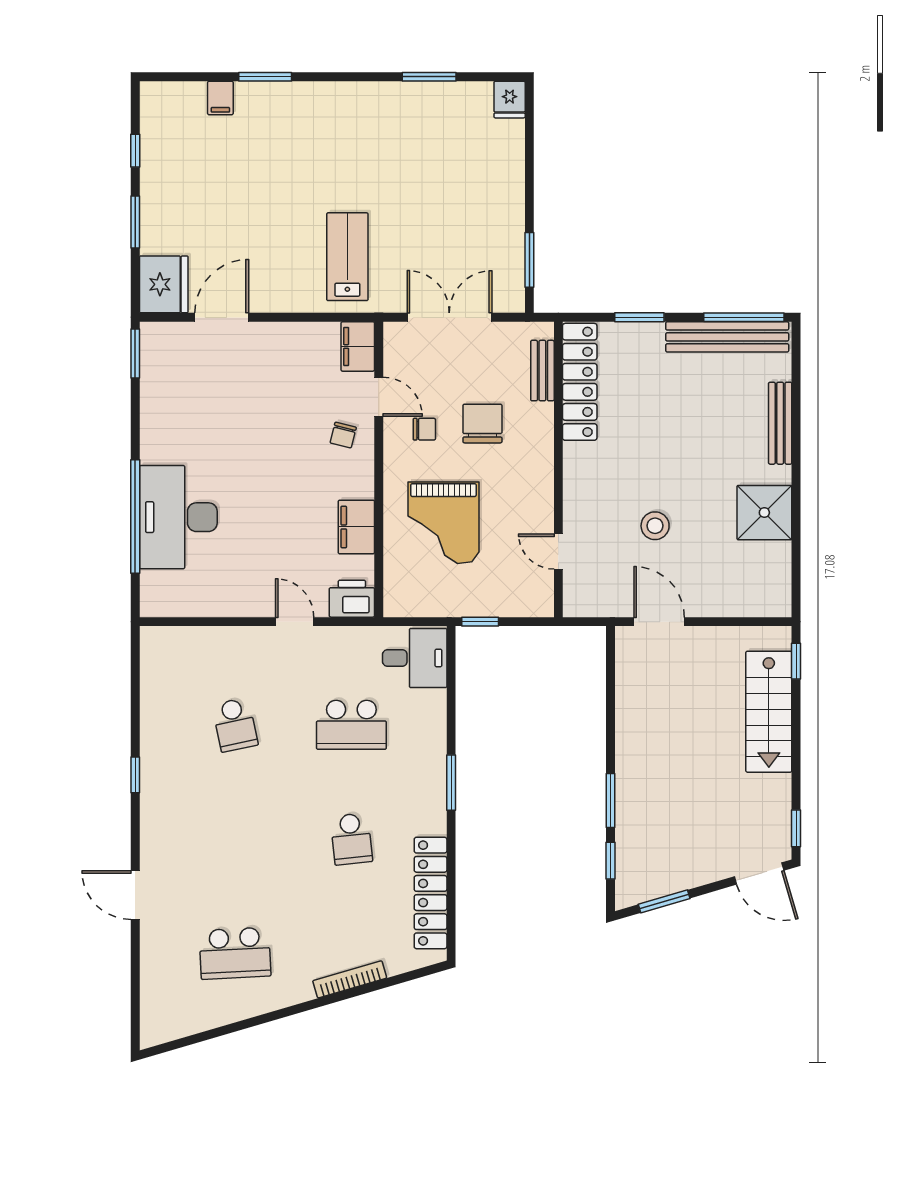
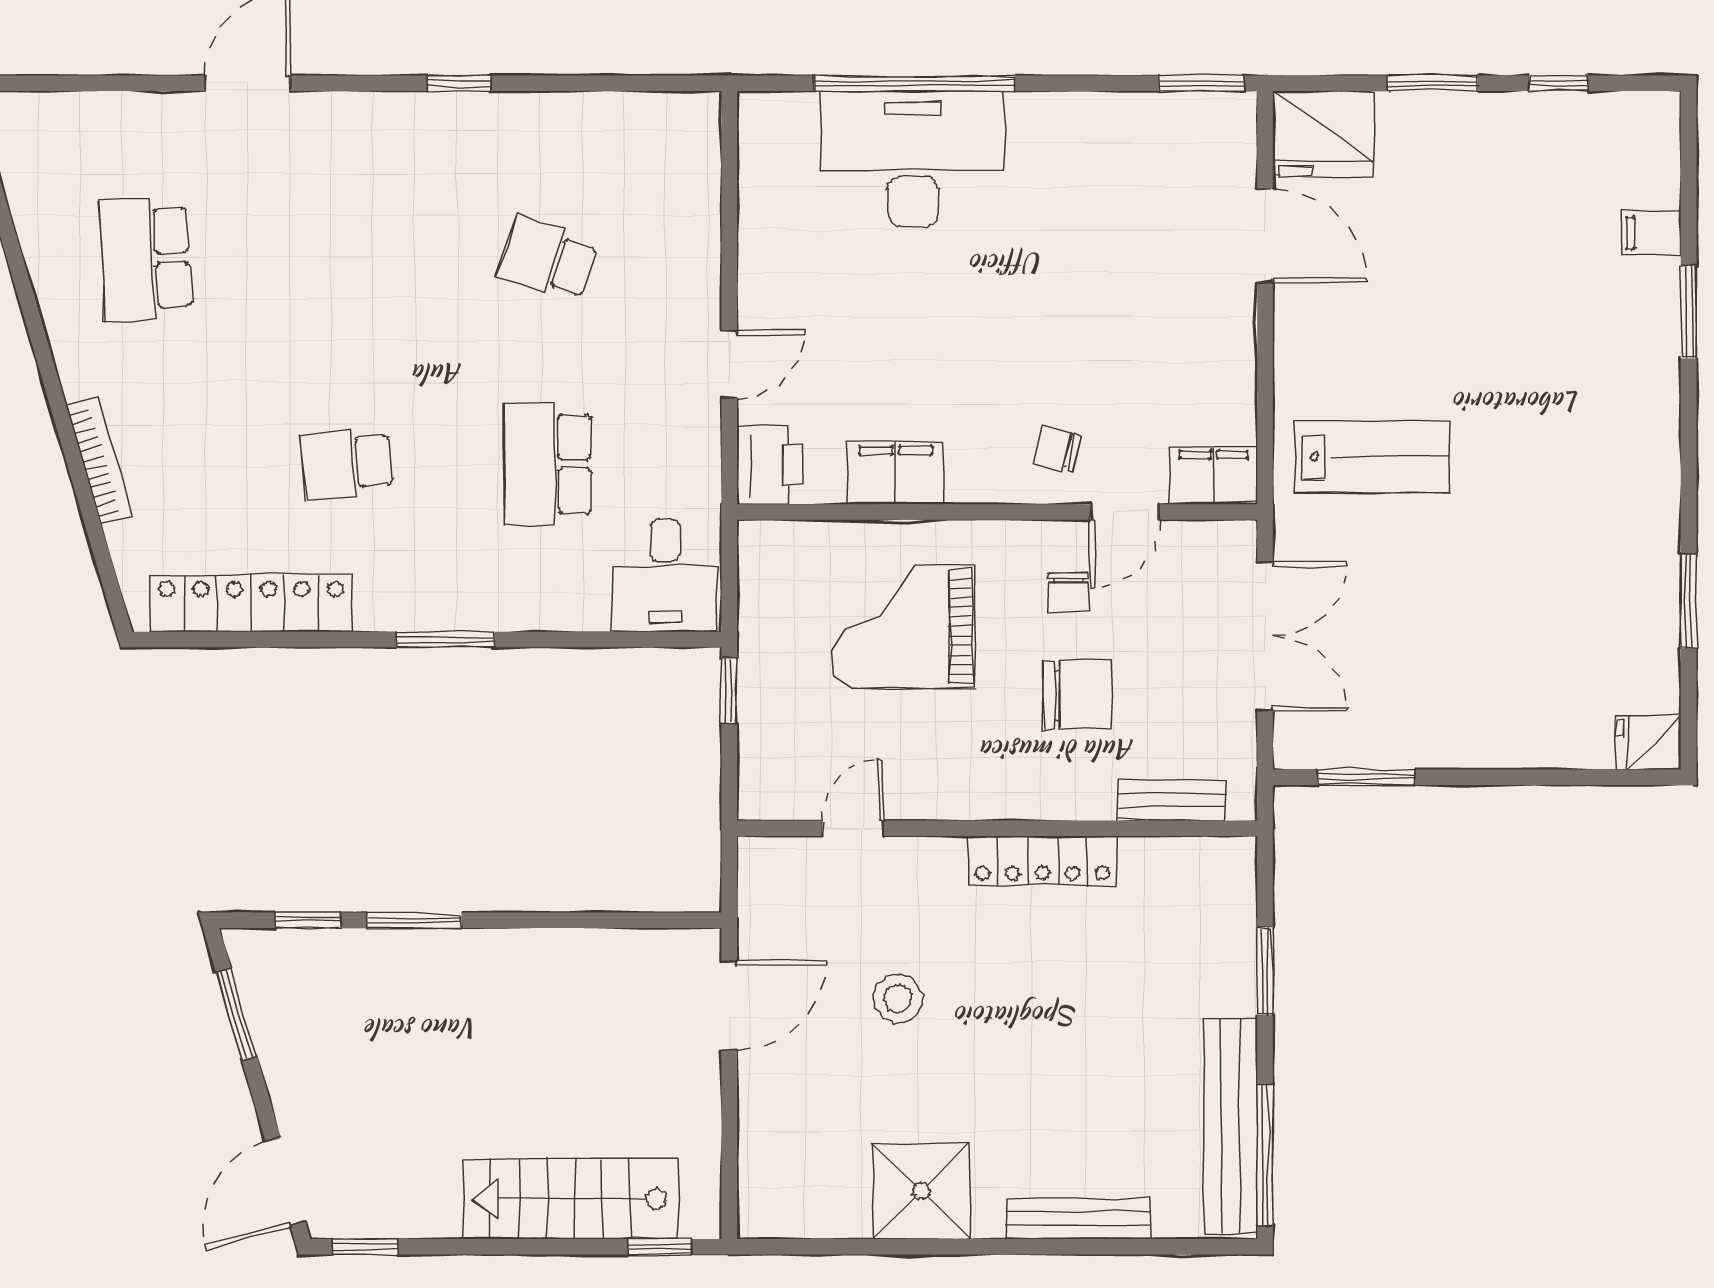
locker: (580, 382) -> (1043, 861), moved, width x0.71, depth x0.83
school desk: (235, 725) -> (548, 259), turned 30

